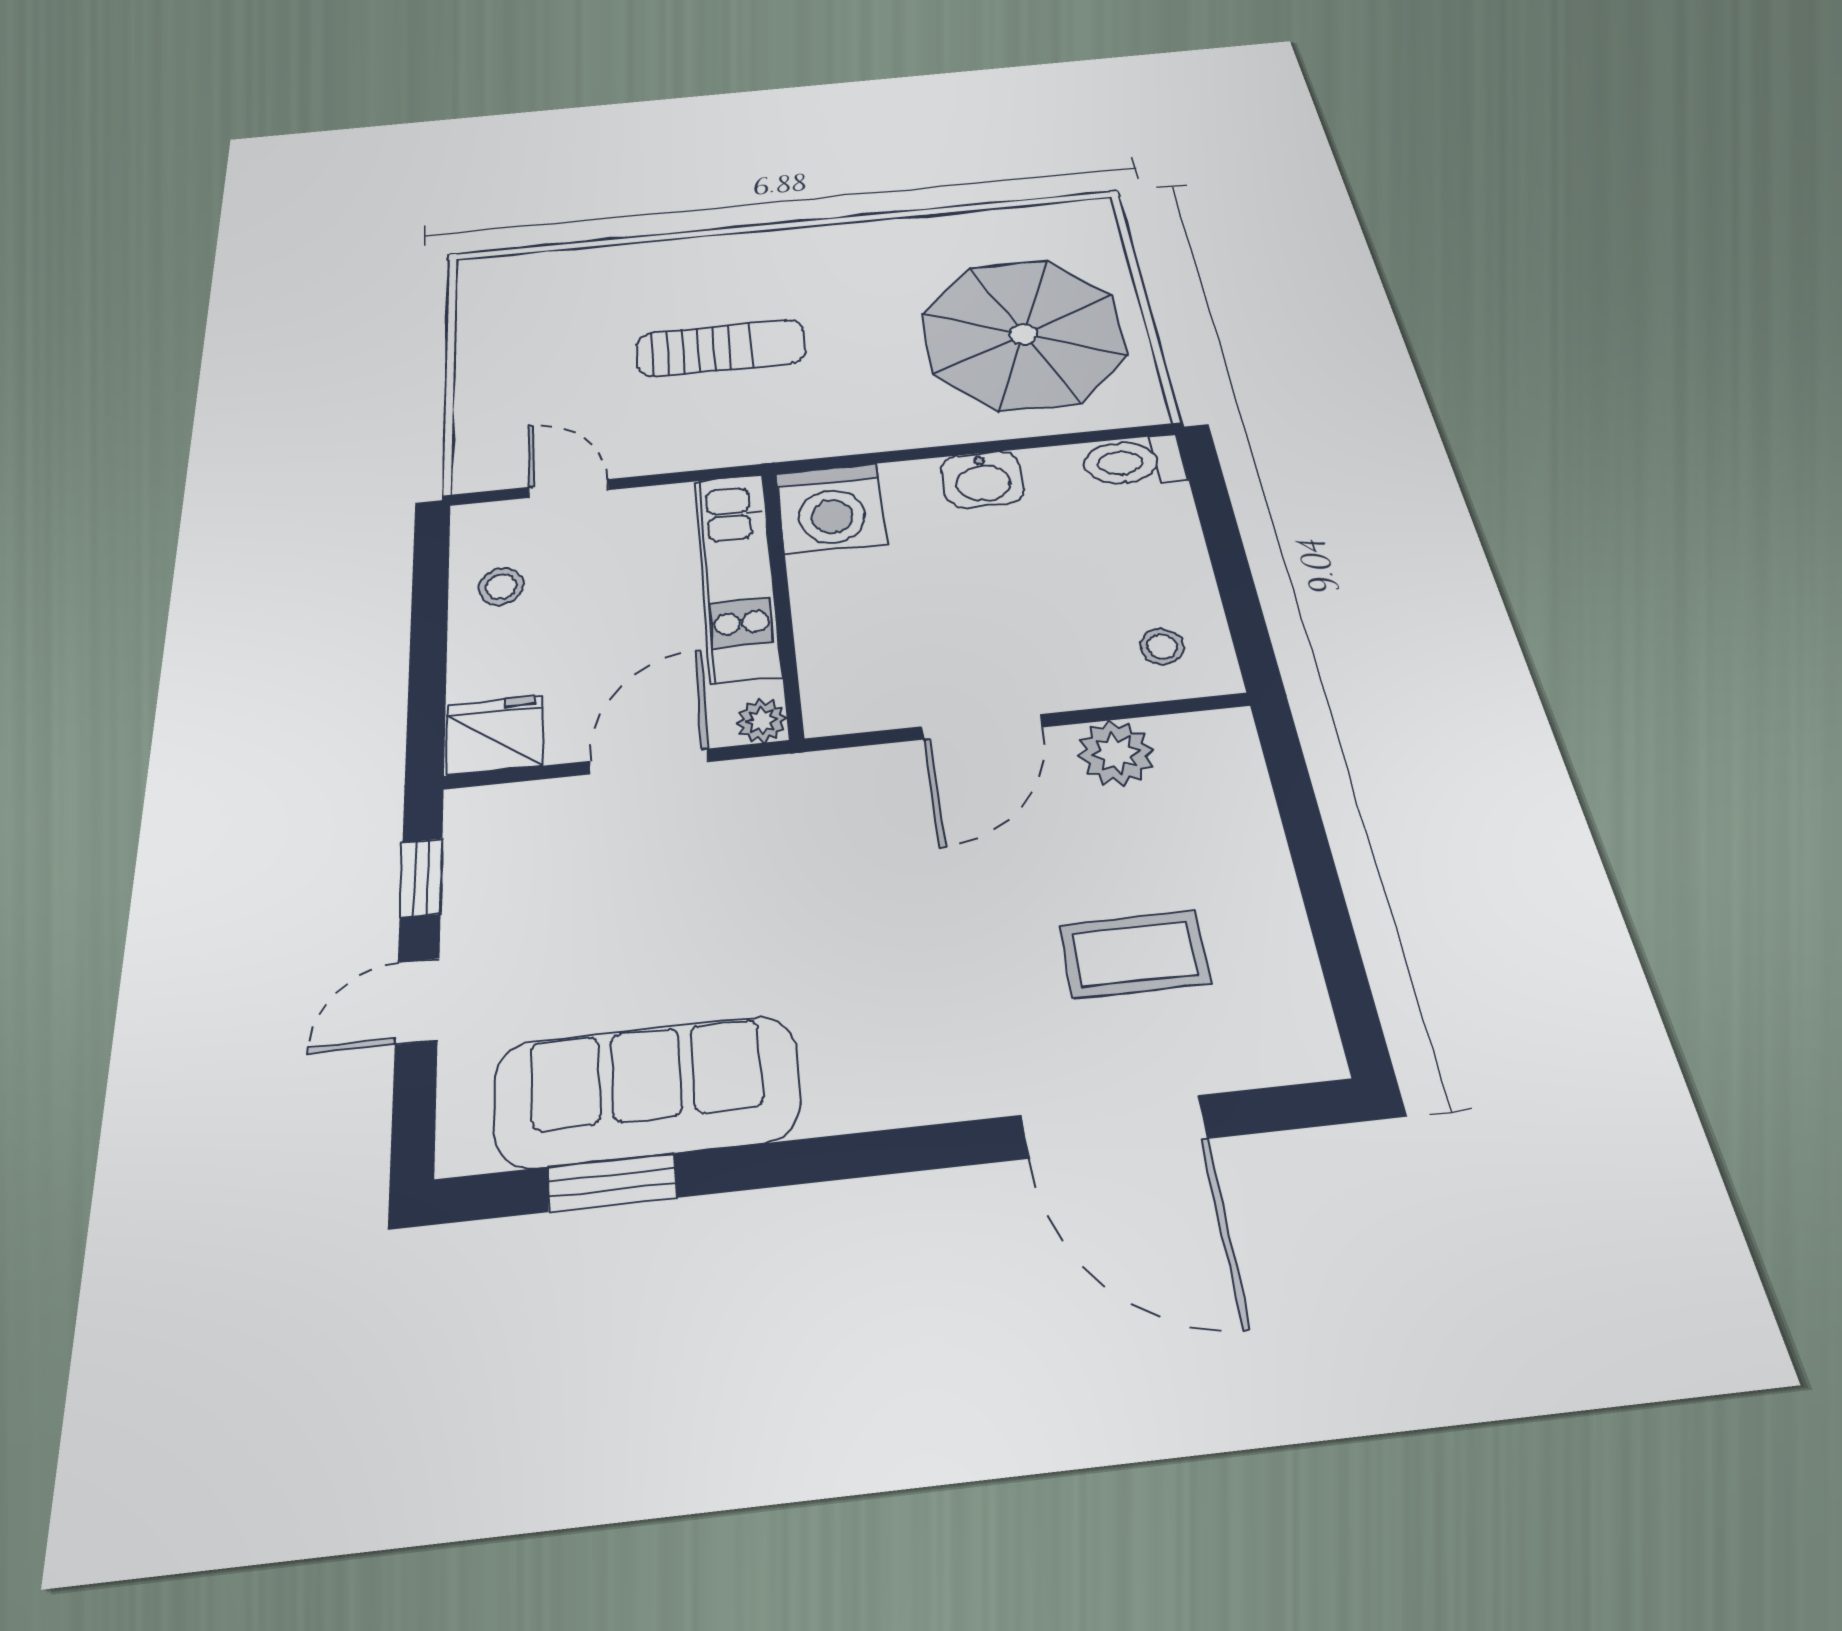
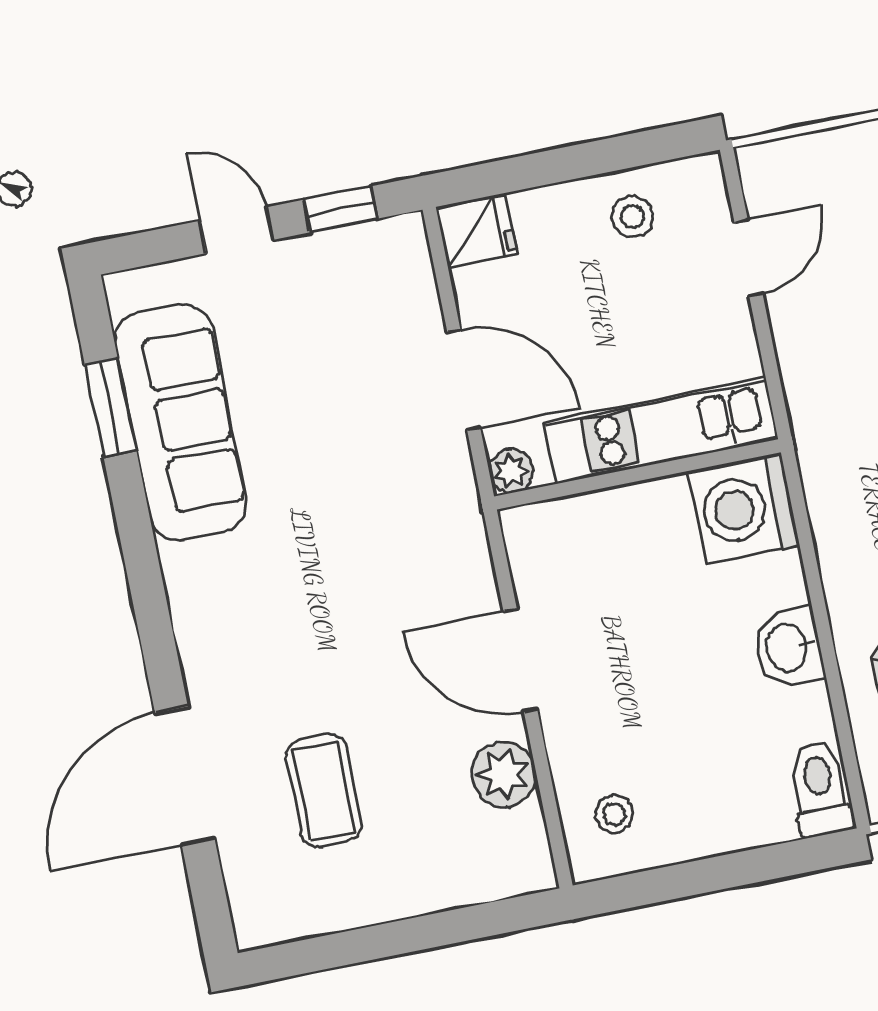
fridge: (495, 735) -> (477, 231), width x0.72

